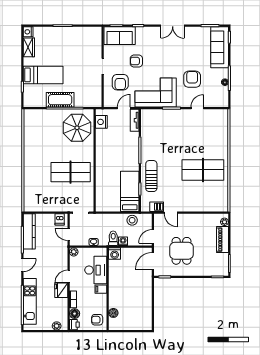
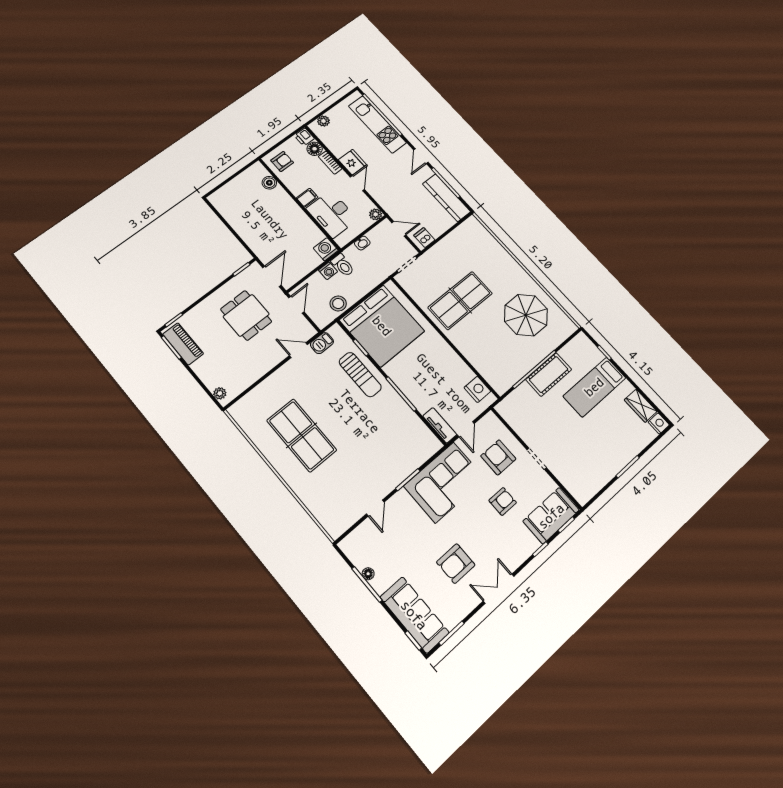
armchair: (192, 79) -> (456, 564), moved, turned 90
parasol: (77, 128) -> (526, 315), moved
table tennis table: (203, 170) -> (302, 435), turned 90
bed: (130, 191) -> (382, 326), width x2.04
piano: (222, 240) -> (183, 344), moved

